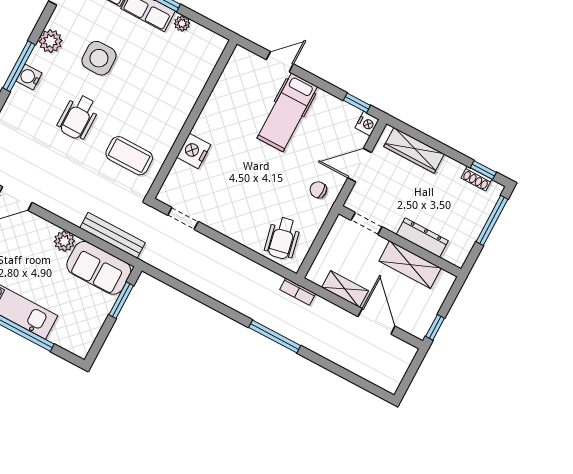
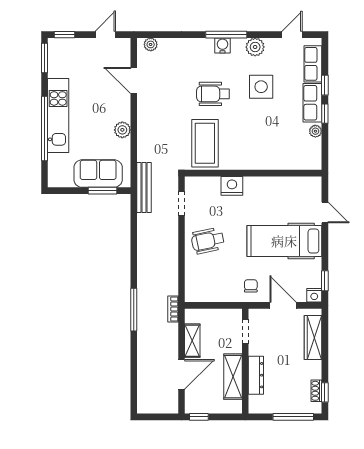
hospital bed: (287, 112) -> (284, 241), width x1.37, depth x1.29
coffee table: (129, 156) -> (205, 143), width x1.36, depth x1.32
bench: (113, 235) -> (144, 188), moved
wheelchair: (282, 238) -> (208, 241), moved
sofa: (99, 268) -> (98, 174), moved, turned 90

